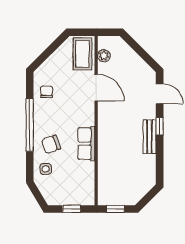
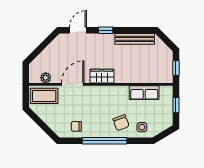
wardrobe: (106, 122) -> (102, 76), added
bench: (149, 137) -> (135, 39), moved, width x1.36
row of seats: (86, 144) -> (144, 93), moved

